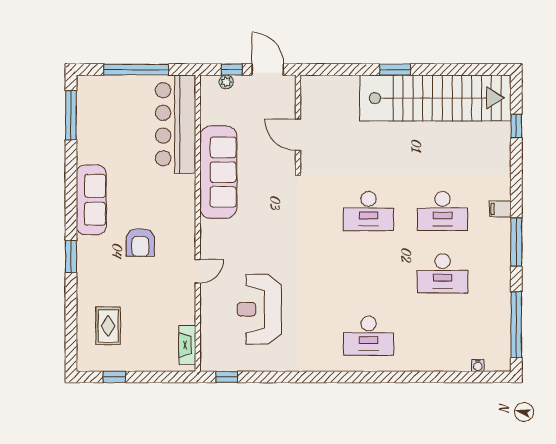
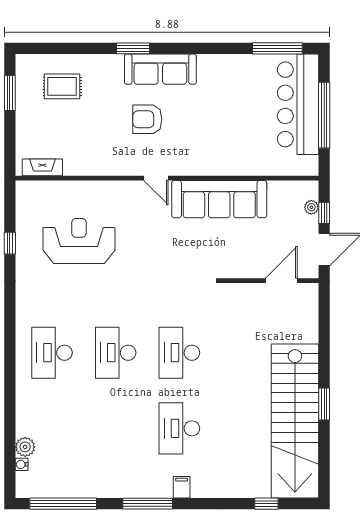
window: (395, 70) -> (324, 404), moved
bar counter: (176, 124) -> (298, 104), moved, turned -90
door: (298, 135) -> (281, 281), moved
sofa: (91, 200) -> (160, 69), moved
door: (198, 271) -> (156, 178), moved
desk: (443, 273) -> (116, 353), moved
plant: (461, 362) -> (25, 447), added
window: (114, 377) -> (10, 93), width x1.50
window: (227, 377) -> (10, 243), moved

